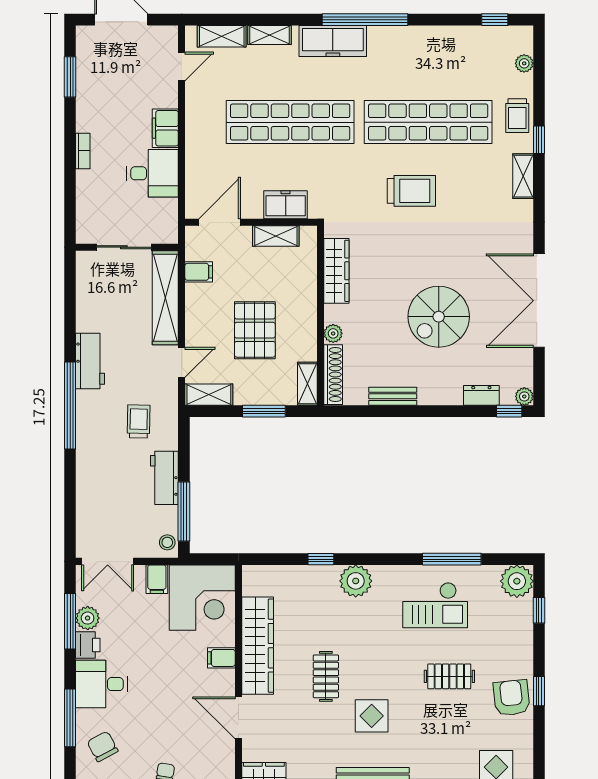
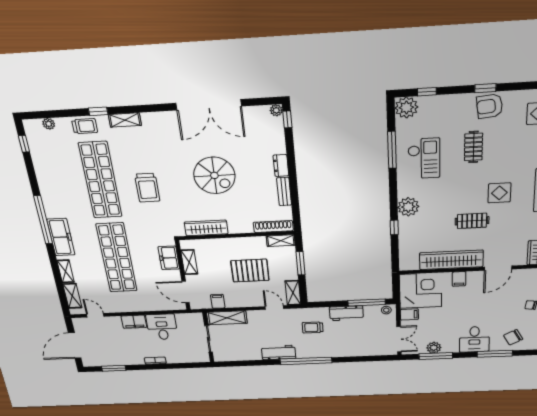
trolley: (411, 191) -> (147, 188), turned 180
shelving: (165, 298) -> (227, 318), width x0.68
spiral stairs: (439, 317) -> (214, 175), moved
plant: (333, 333) -> (247, 228), removed
dresser: (481, 395) -> (281, 166), moved
printer: (88, 645) -> (450, 347), removed

